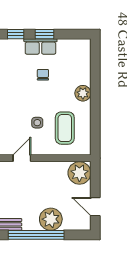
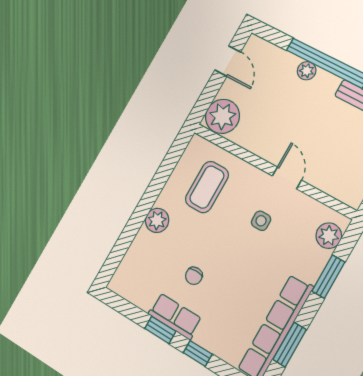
side table: (37, 123) -> (261, 221), moved
door: (22, 158) -> (287, 178), swing flipped
plant: (51, 219) -> (307, 71), width x0.53, depth x0.53

